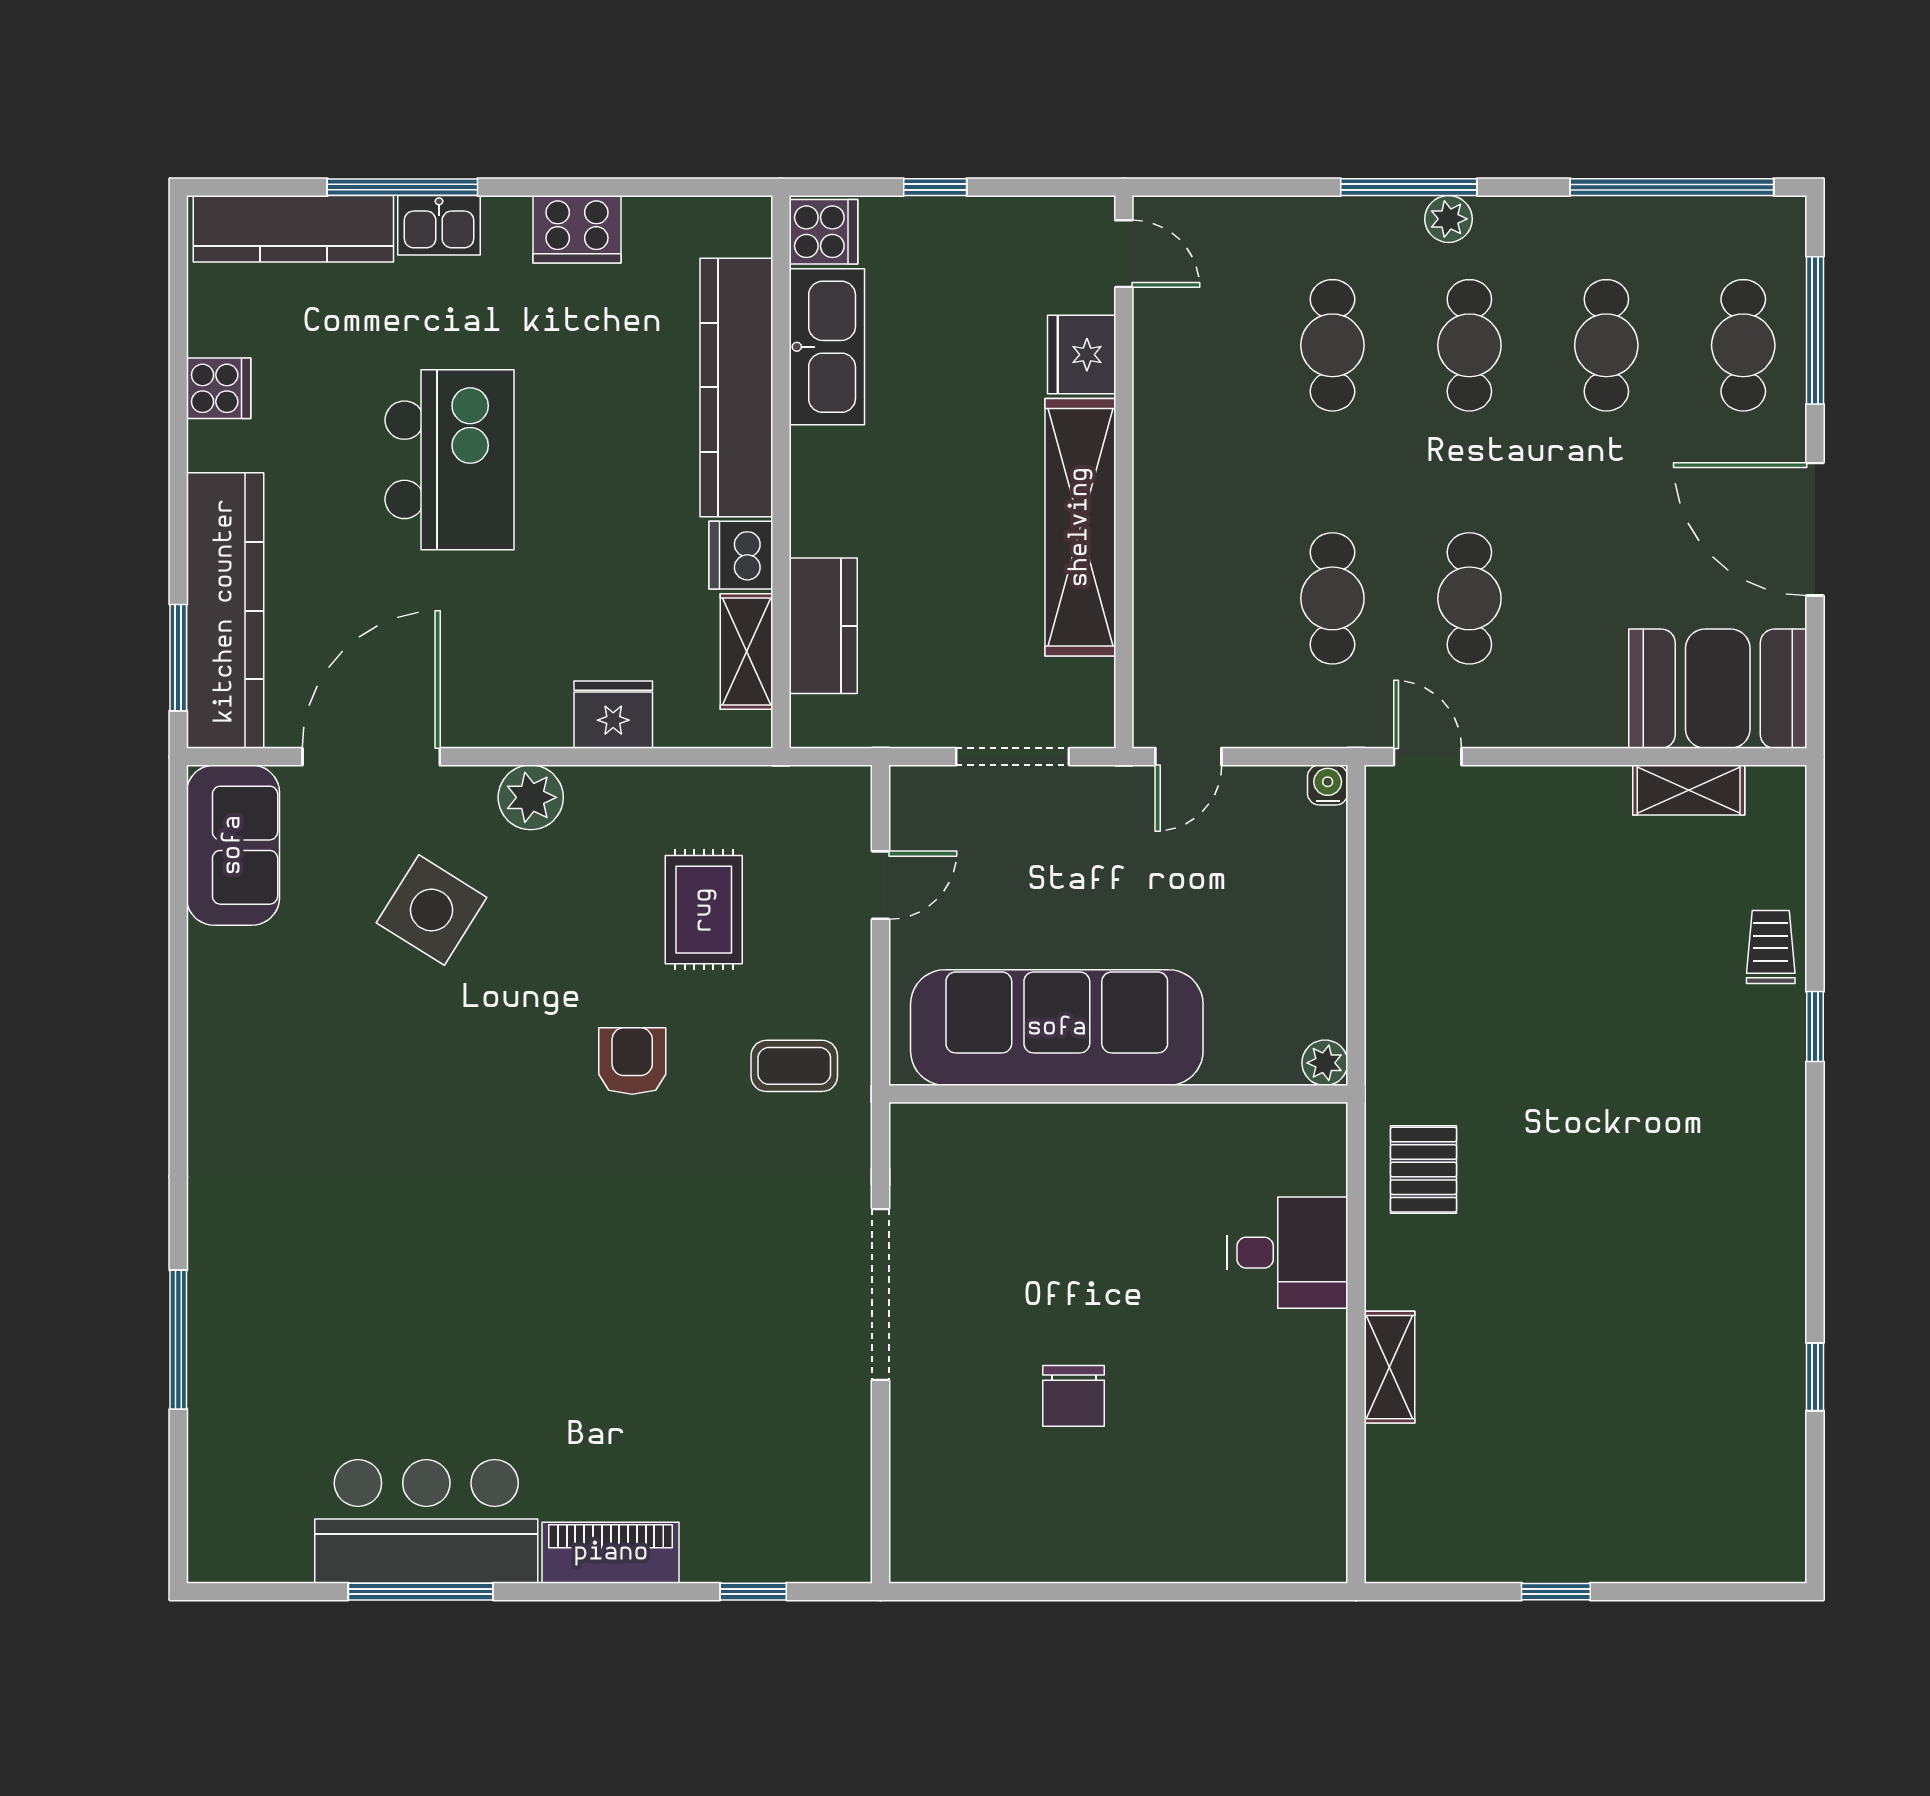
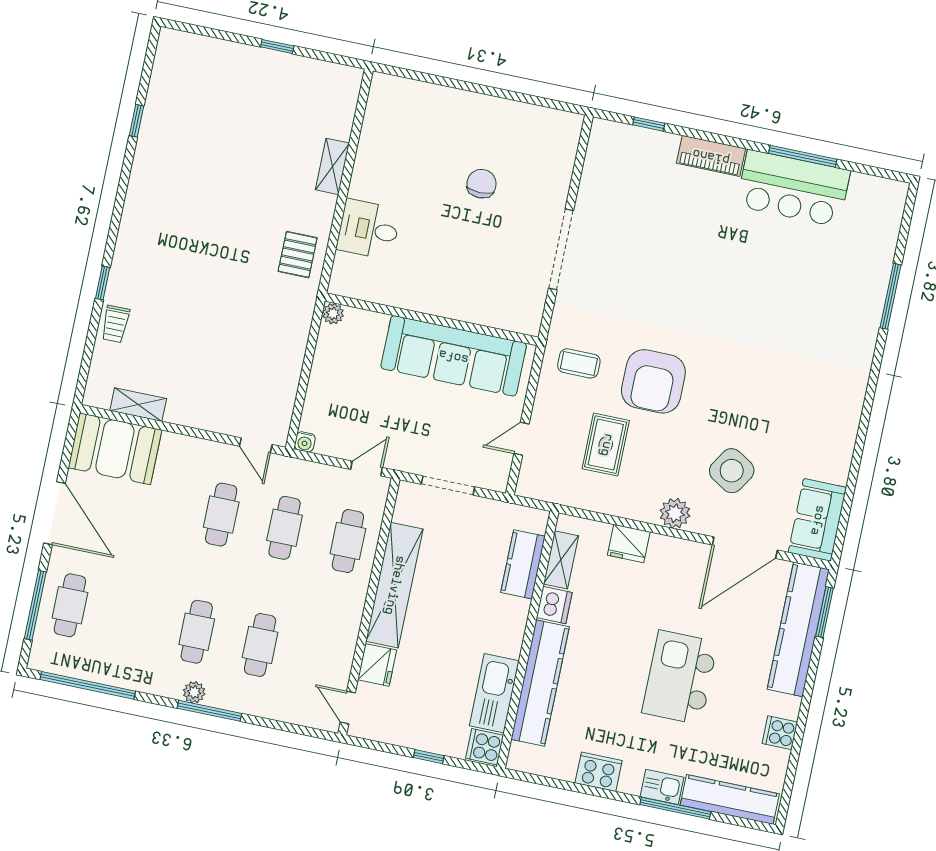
cafe table: (1606, 345) -> (348, 541), moved
armchair: (632, 1061) -> (653, 381), width x1.88, depth x1.88

